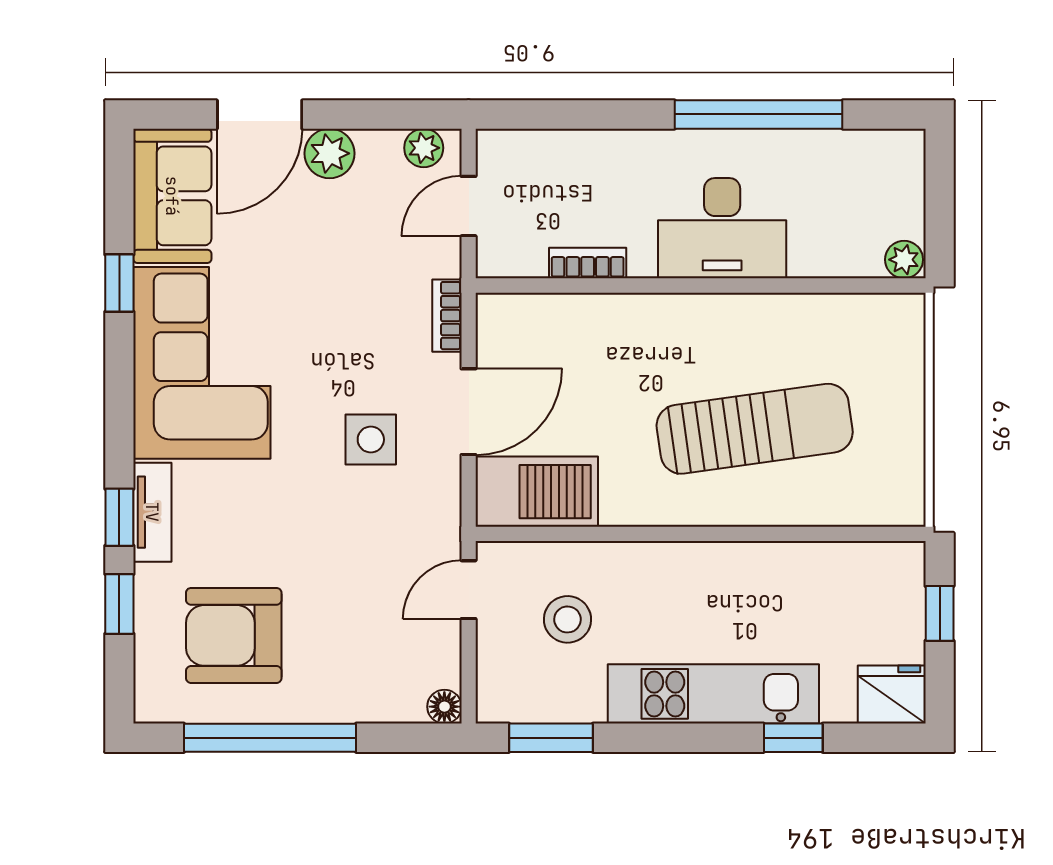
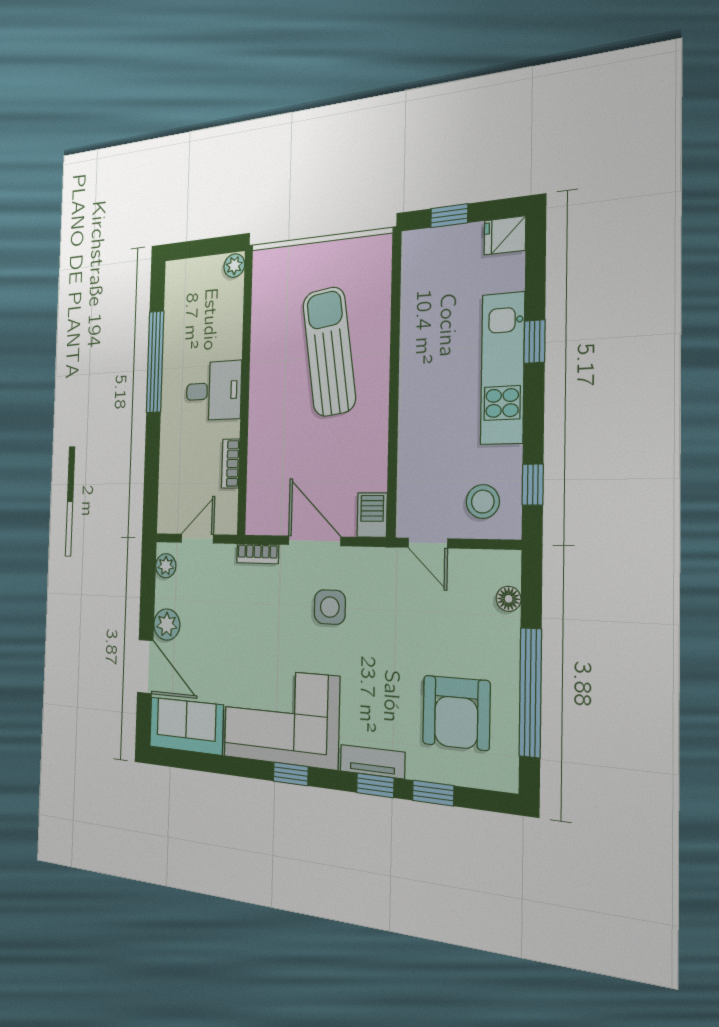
door: (469, 206) -> (197, 539), swing flipped
desk: (722, 228) -> (214, 391), width x0.73
window: (119, 283) -> (291, 774), moved
barbecue: (537, 492) -> (372, 515), width x0.53, depth x0.65
stool: (567, 619) -> (483, 502), moved
fridge: (892, 695) -> (505, 235), width x0.72
floor lamp: (444, 707) -> (509, 599), moved
window: (551, 738) -> (533, 485), width x0.67
window: (793, 738) -> (534, 341), moved

